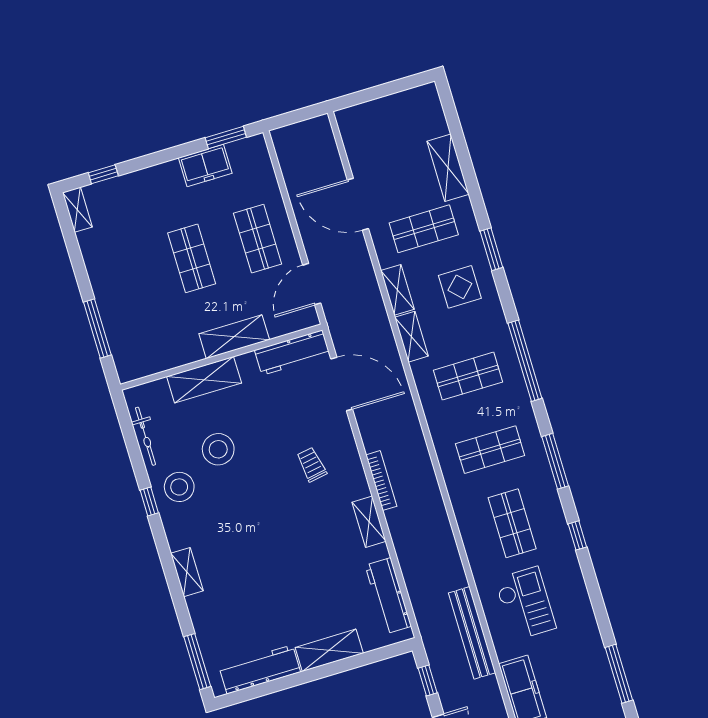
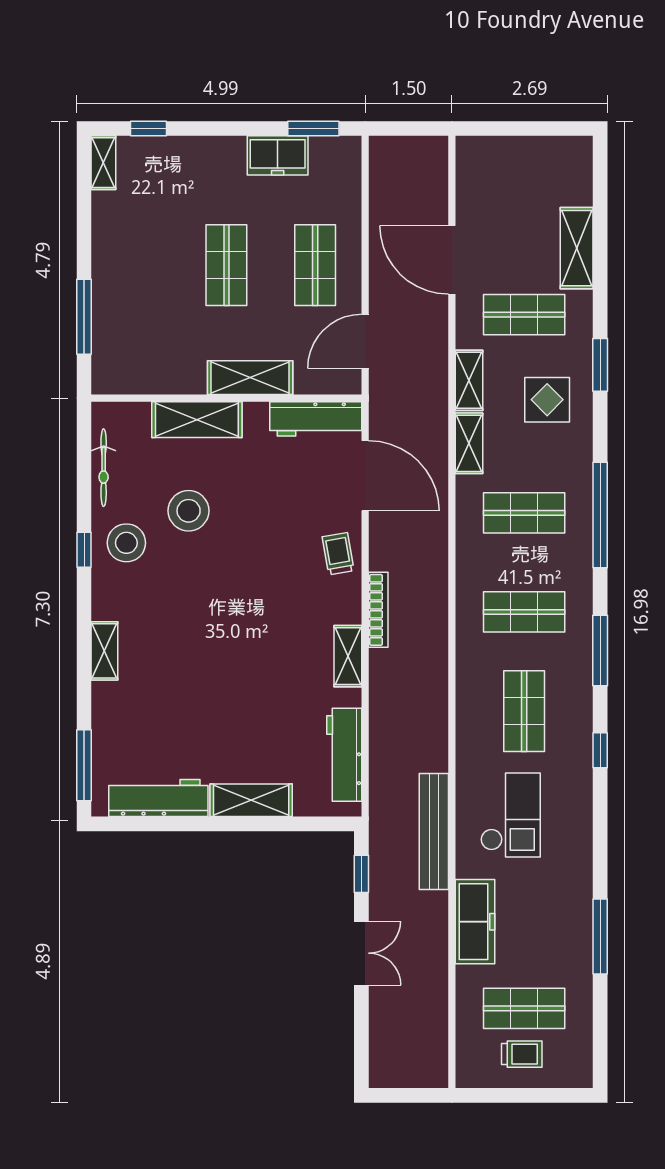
trolley: (312, 465) -> (338, 554), moved

